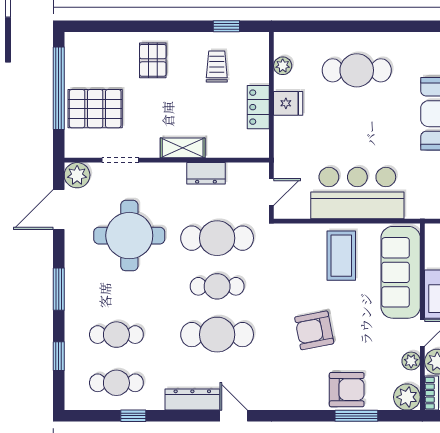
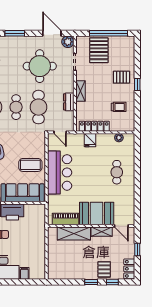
window: (226, 26) -> (137, 85), moved
cafe table: (357, 70) -> (117, 172), width x0.73, depth x0.74
fridge: (288, 103) -> (90, 140), moved
locker: (258, 107) -> (94, 126), width x1.53

